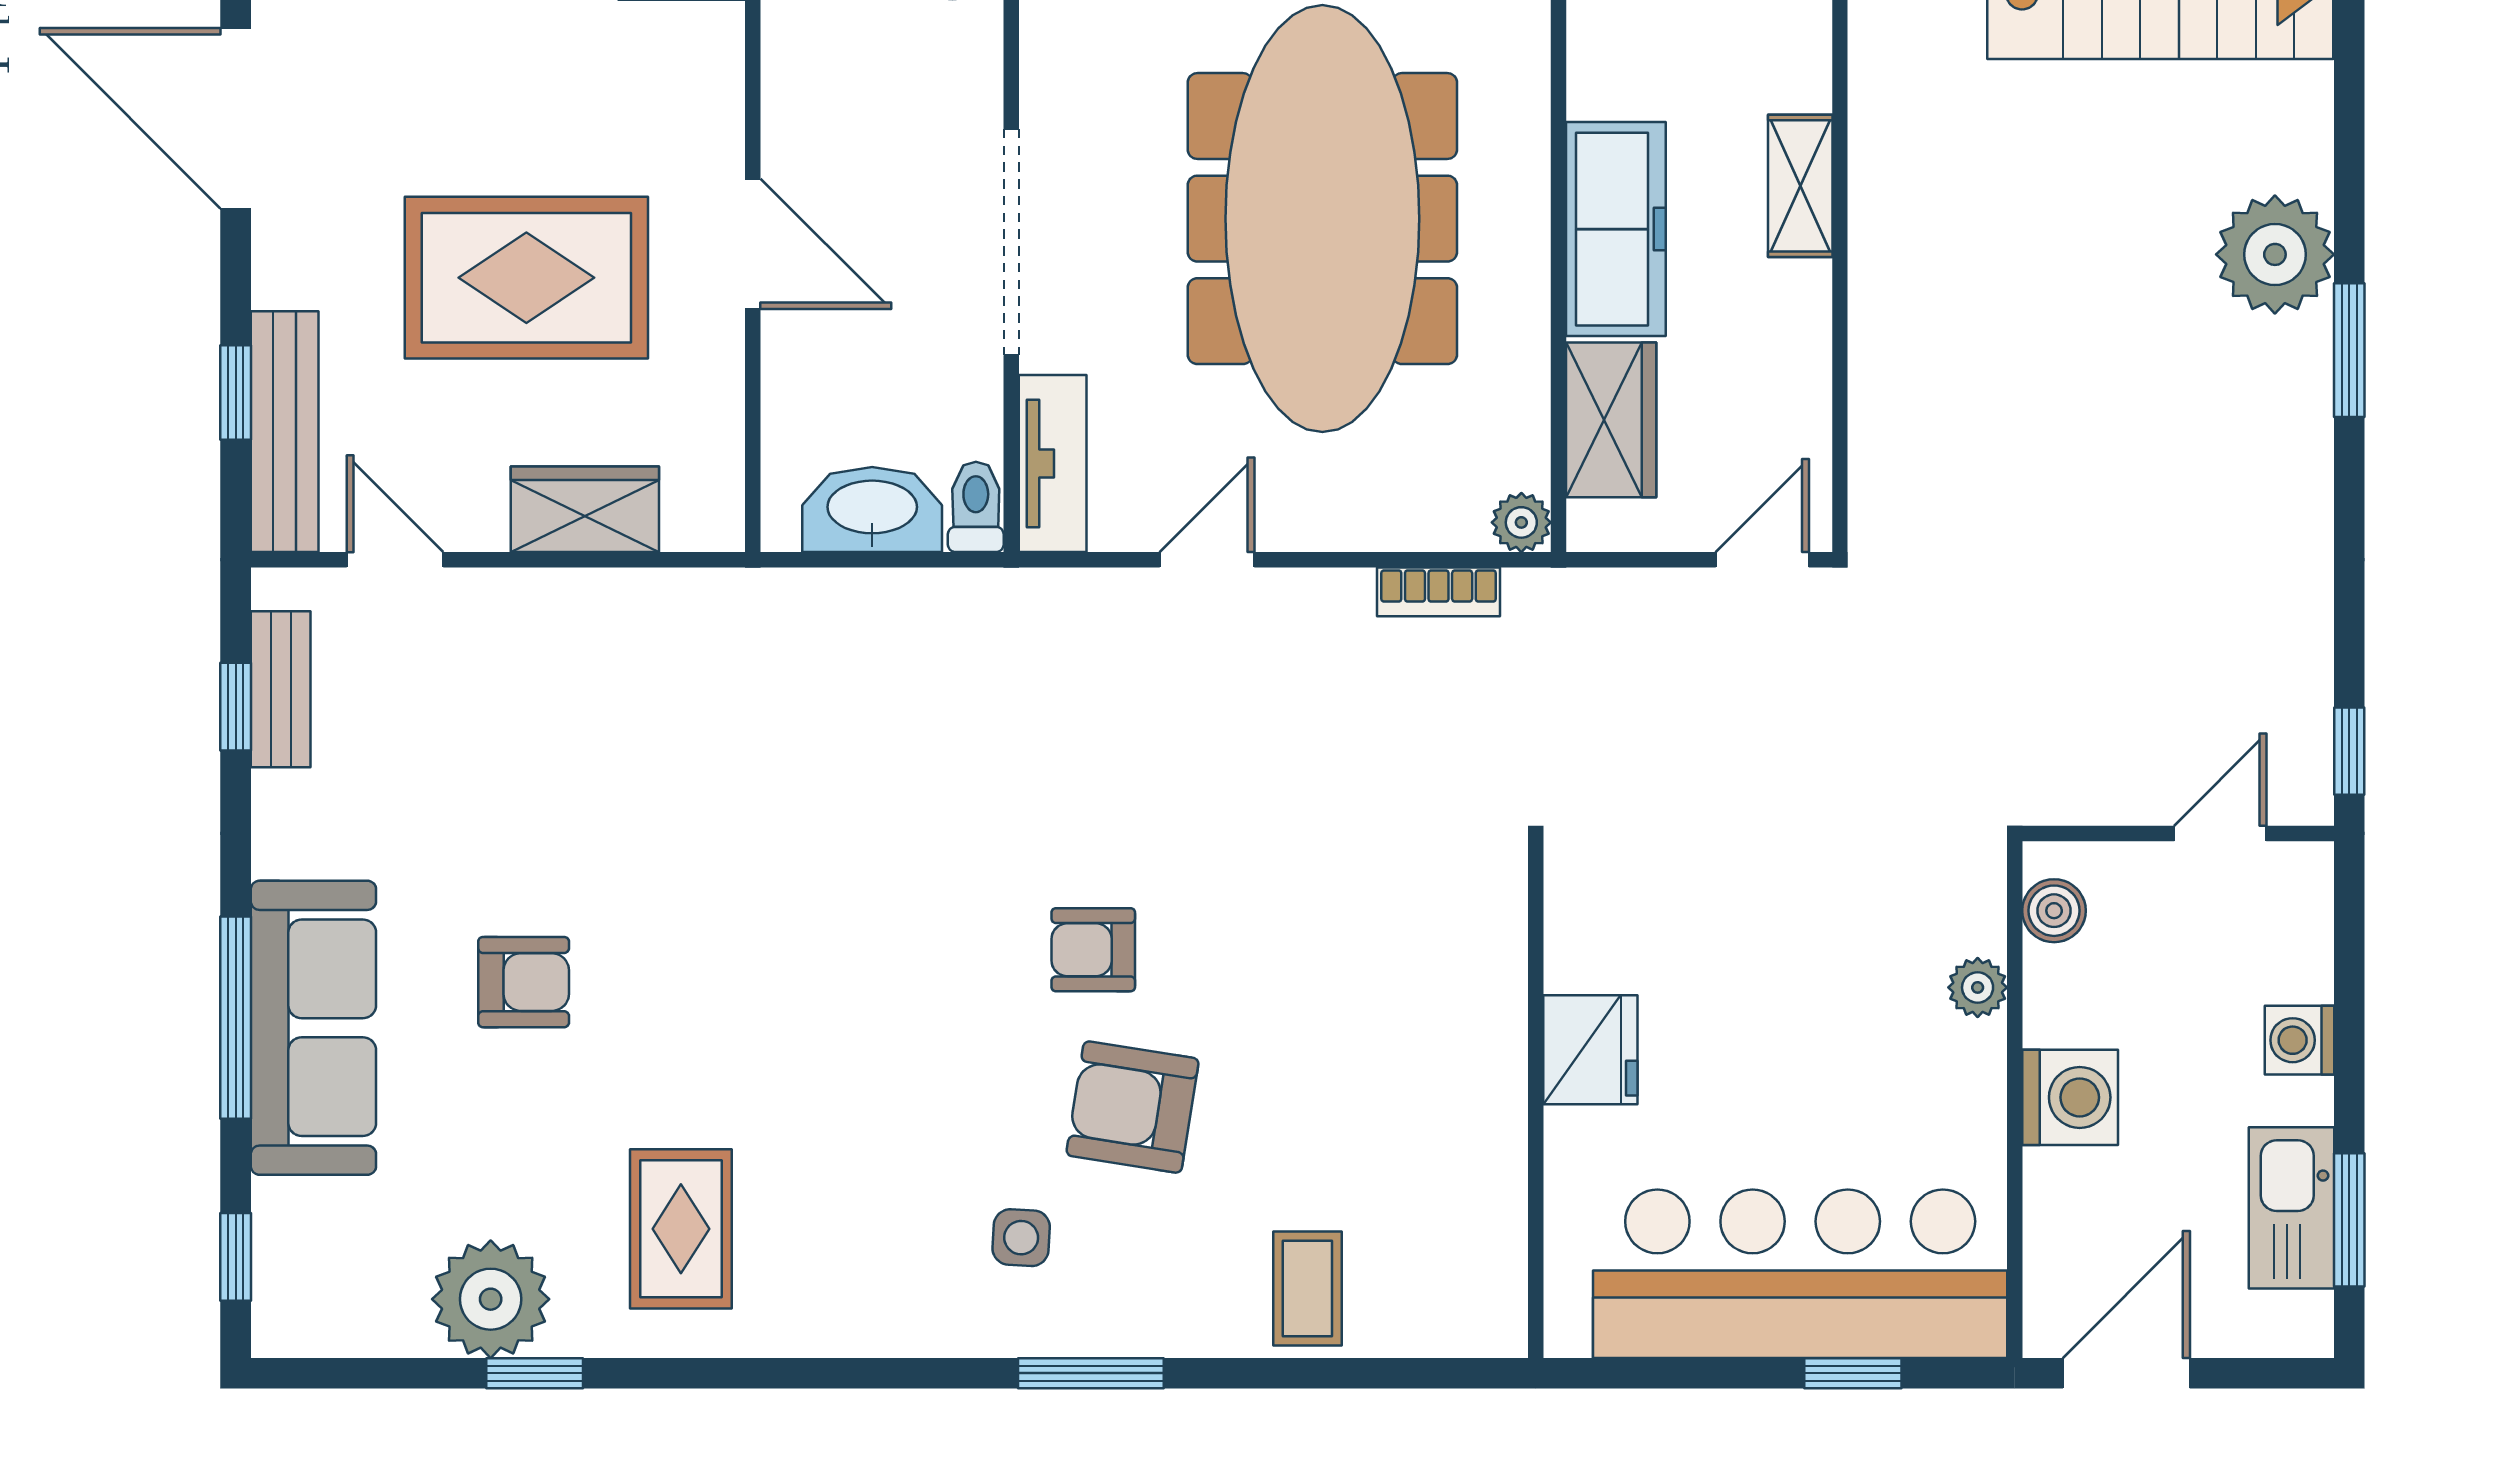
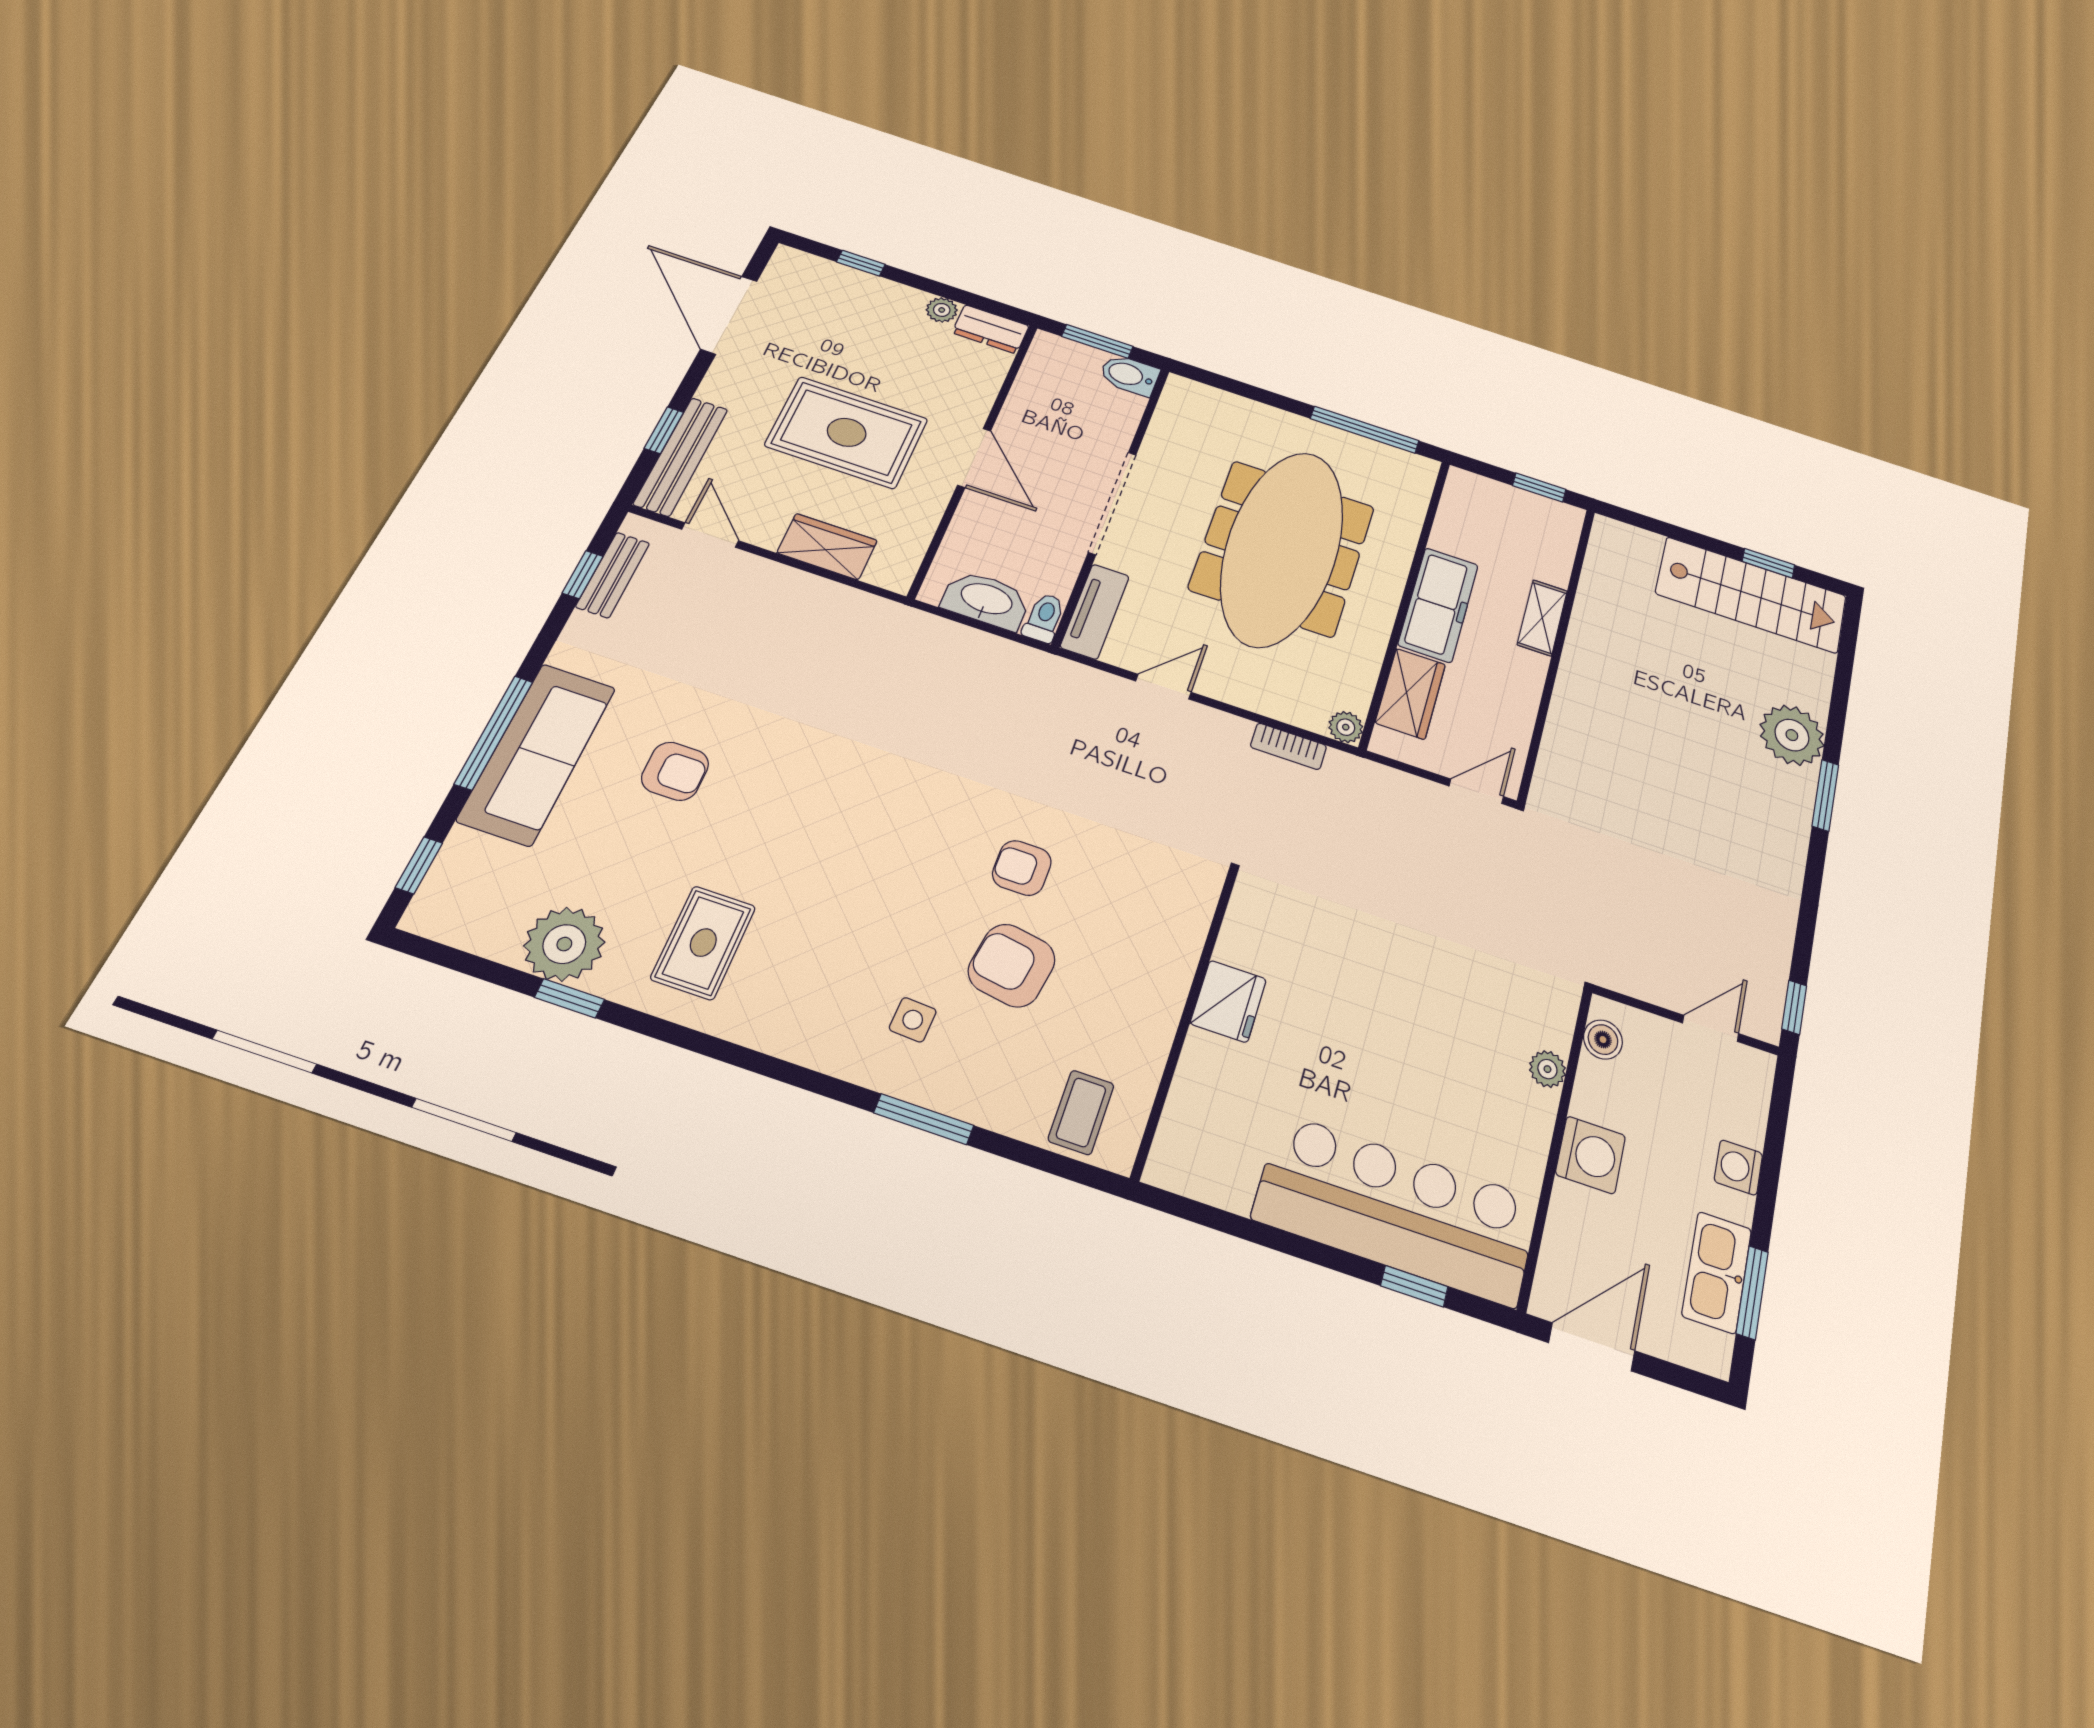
fridge: (1590, 1050) -> (1228, 1001), moved
wall: (1536, 1100) -> (1186, 1019), moved

